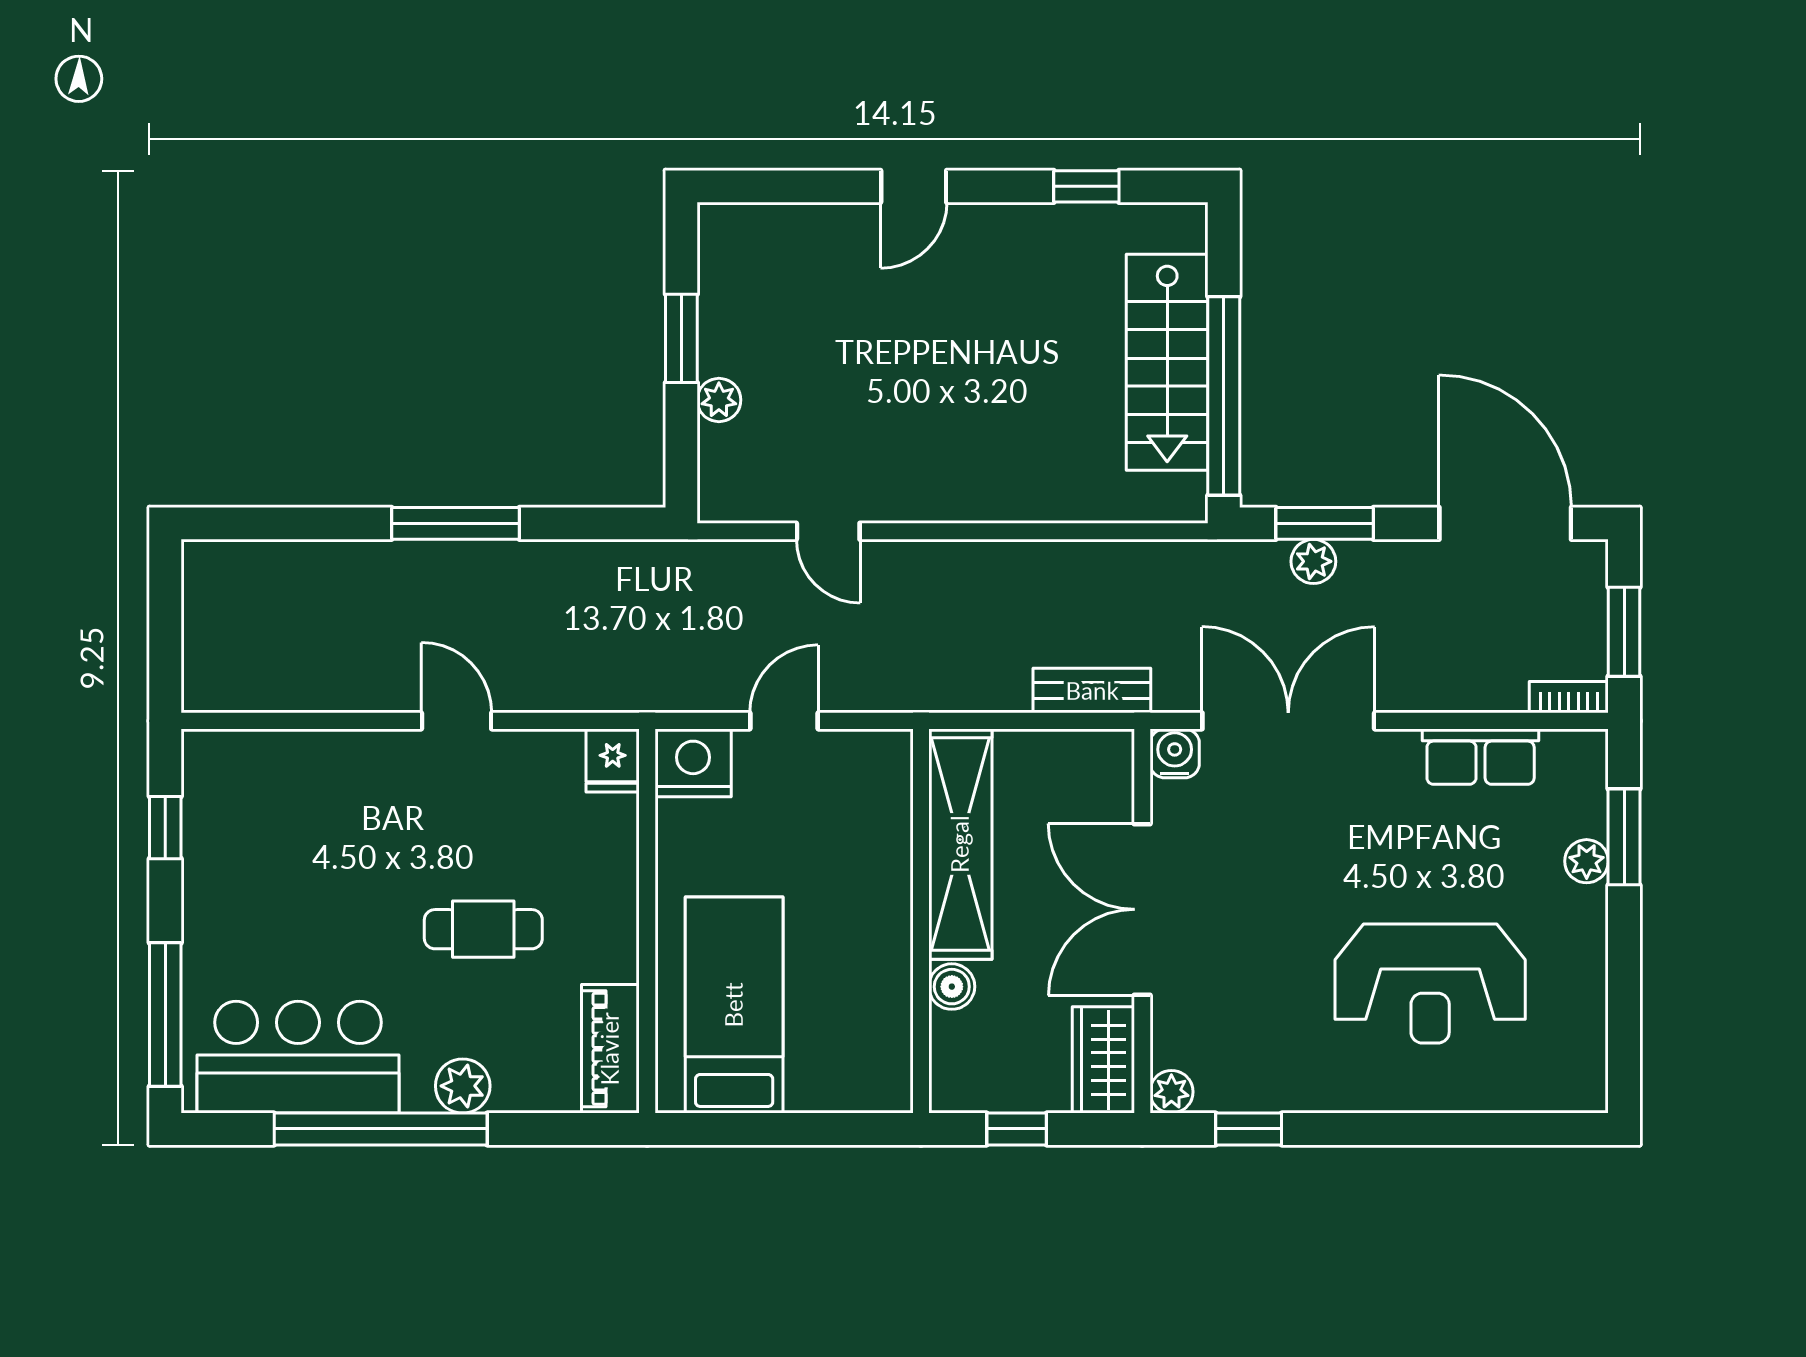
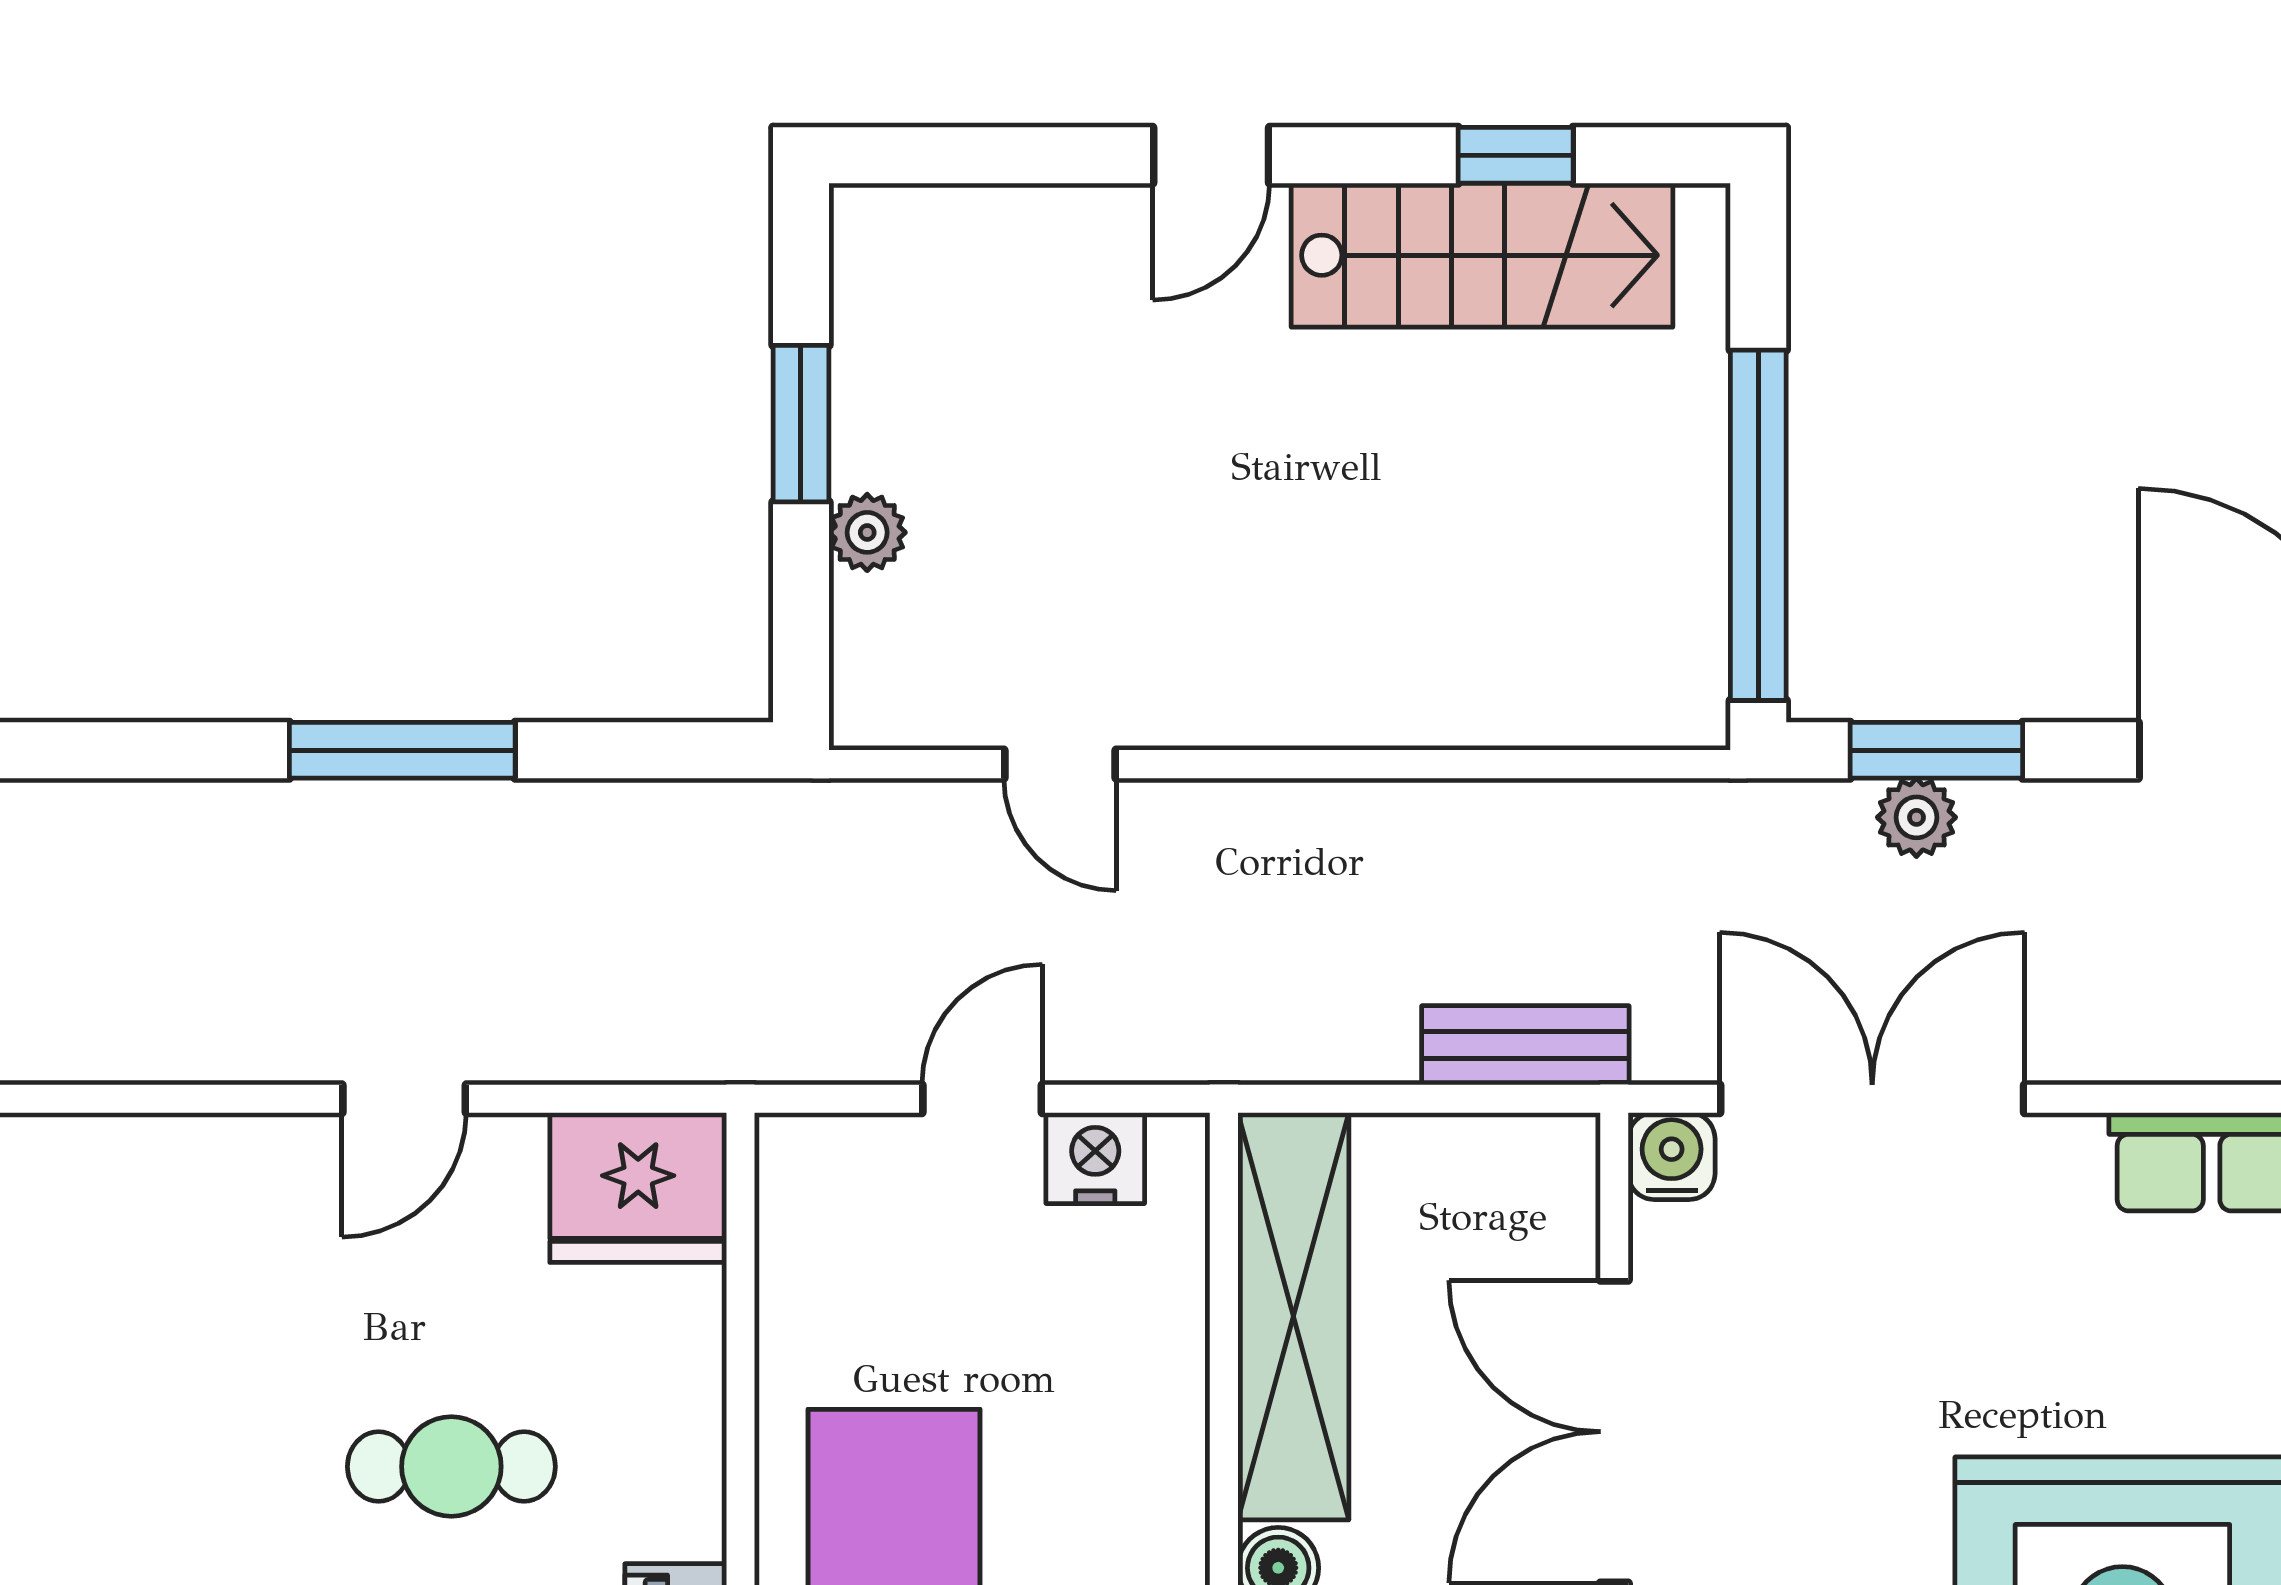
stairs: (1167, 362) -> (1482, 255), moved, turned -90
door: (457, 721) -> (404, 1099), swing flipped
fridge: (613, 760) -> (638, 1188), width x1.88, depth x1.34
nightstand: (693, 763) -> (1095, 1158), moved, width x0.74, depth x0.75

